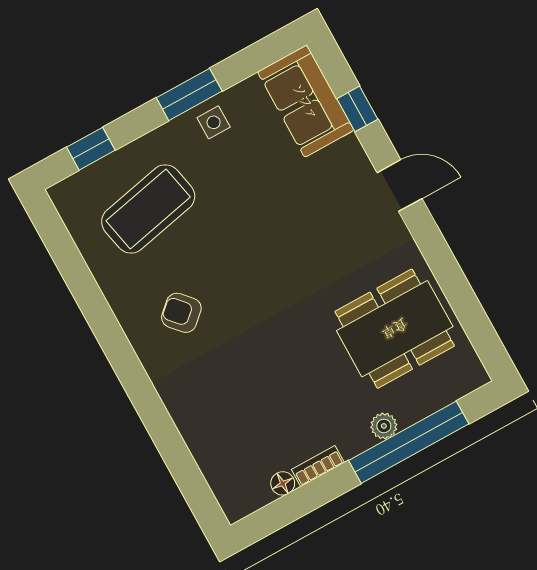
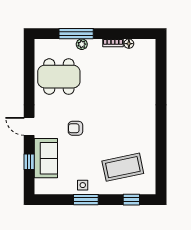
sofa: (306, 101) -> (46, 158), moved
armchair: (181, 313) -> (75, 128), moved, turned 132
window: (409, 442) -> (76, 34), width x0.68

